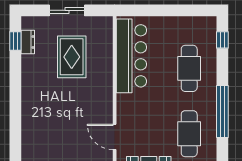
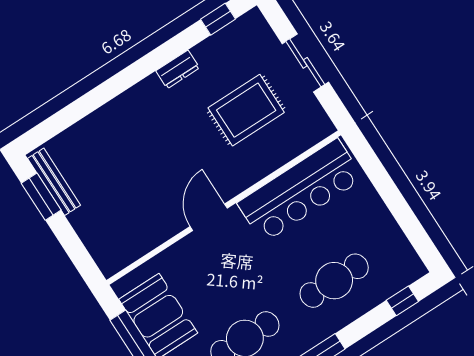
dresser: (28, 42) -> (178, 69), moved
door: (115, 137) -> (209, 217), moved

